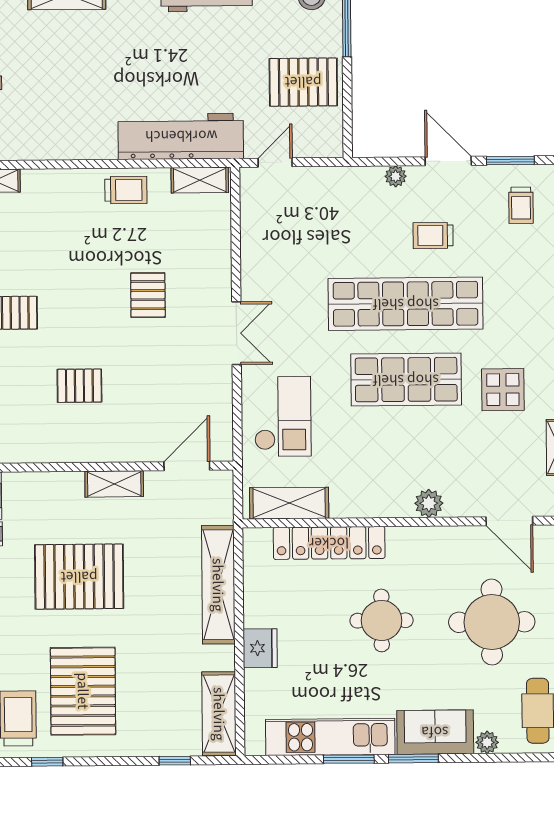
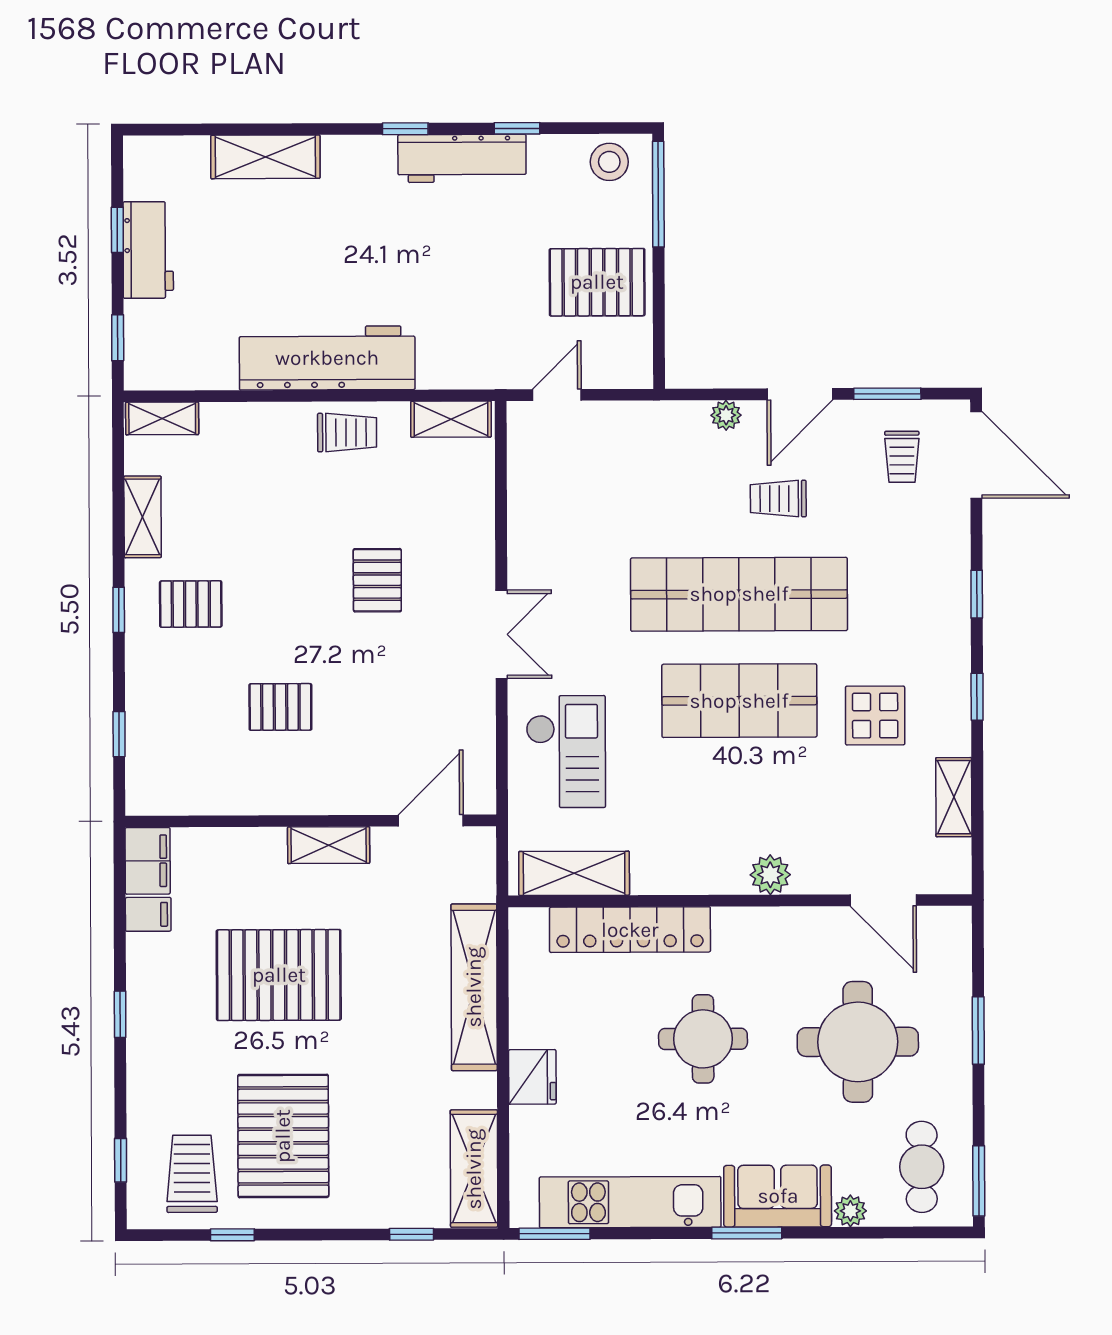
workbench: (181, 136) -> (327, 358), moved
door: (448, 161) -> (800, 394), swing flipped
window: (349, 759) -> (554, 1234), moved

